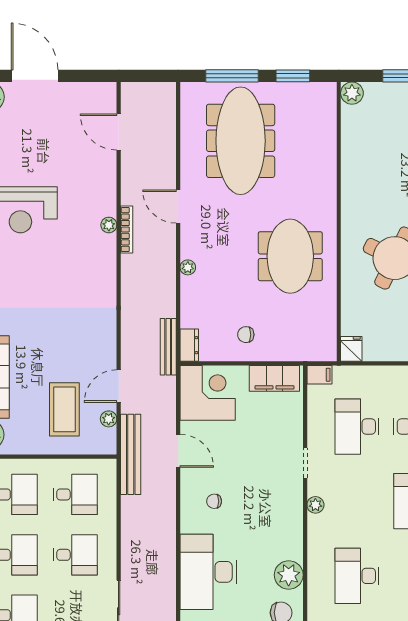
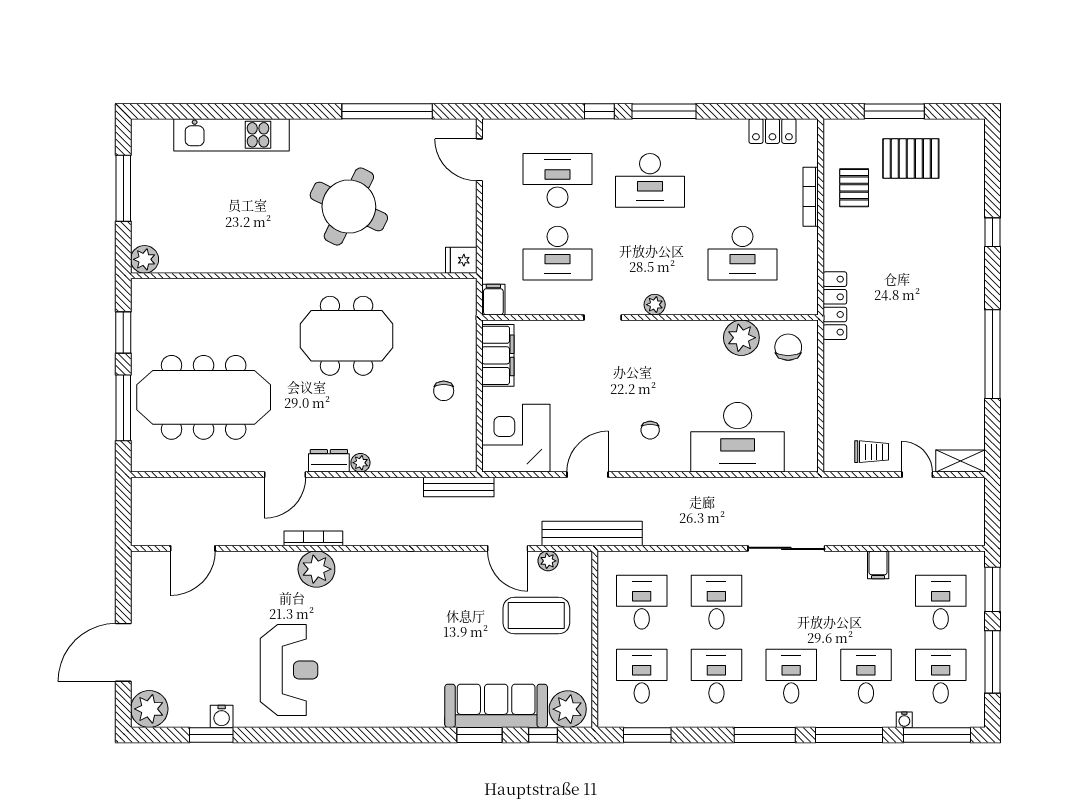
plant: (109, 225) -> (316, 569), width x1.88, depth x1.88
dresser: (189, 345) -> (329, 461), moved

